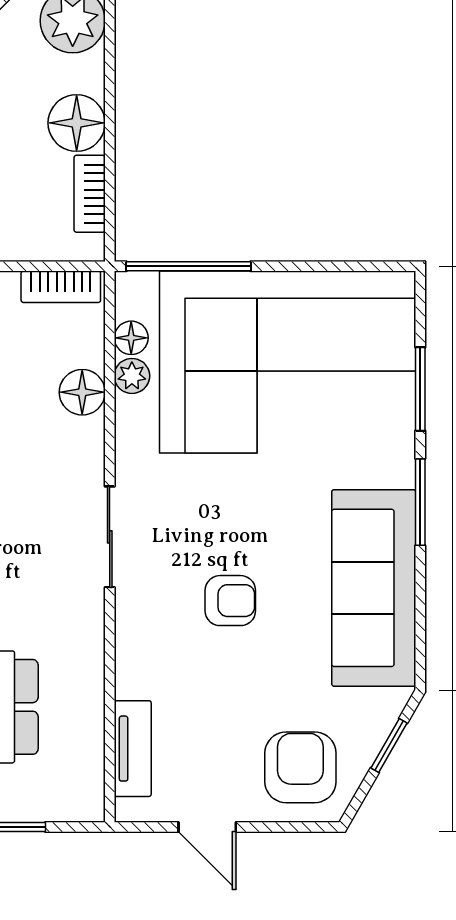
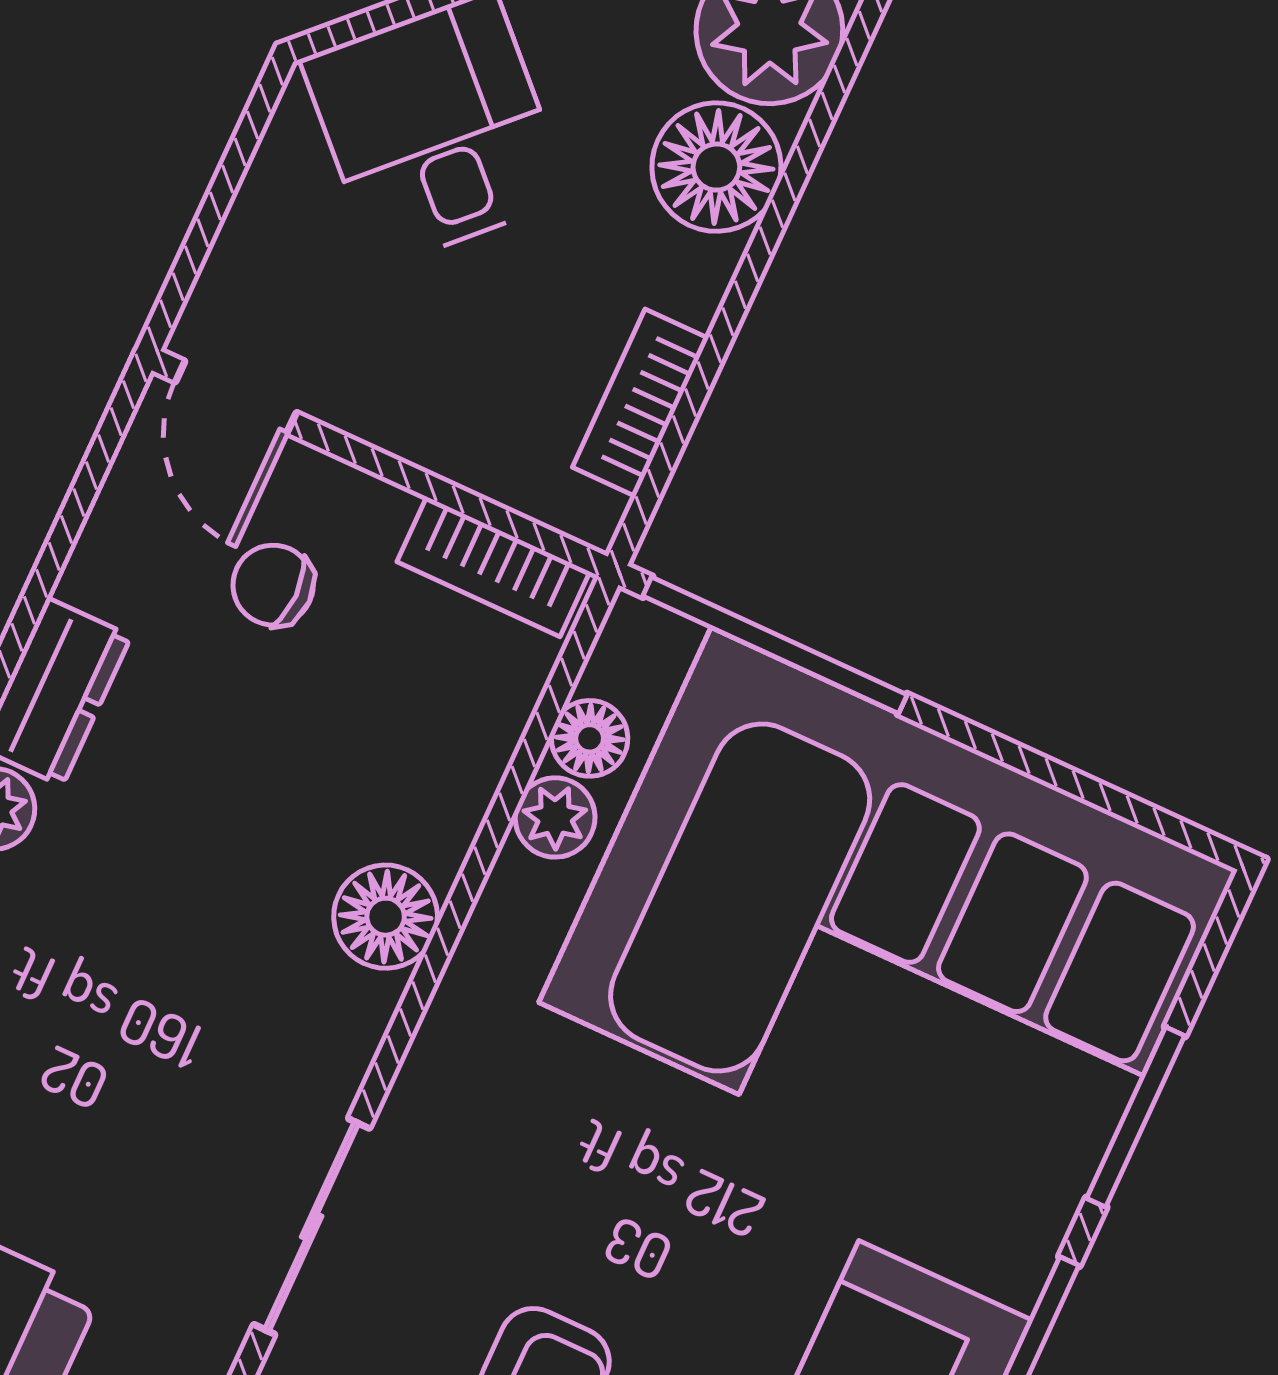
floor lamp: (77, 123) -> (716, 167), moved
floor lamp: (82, 392) -> (386, 917), moved
sliding door: (110, 537) -> (312, 1226), moved

